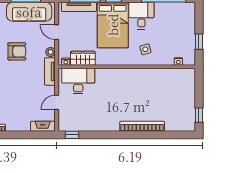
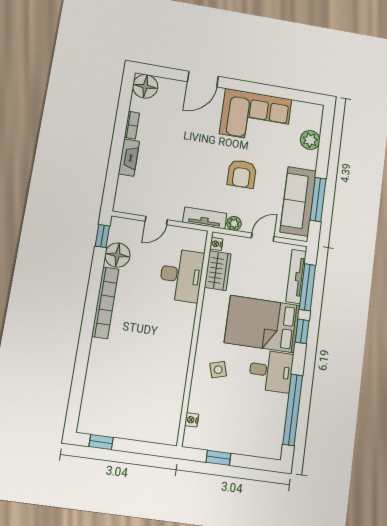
desk: (78, 81) -> (181, 275), moved
door: (57, 102) -> (156, 221), swing flipped
floor lamp: (83, 123) -> (117, 255), added
fireplace: (43, 126) -> (129, 158), moved
bookcase: (142, 126) -> (105, 303), moved

